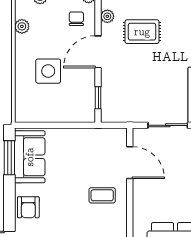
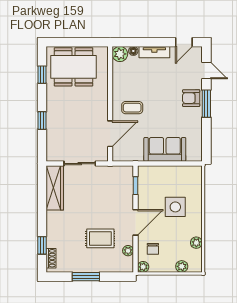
sofa: (30, 157) -> (165, 149), moved, turned 90
window: (9, 158) -> (206, 104), moved
door: (130, 163) -> (110, 134), swing flipped
armchair: (28, 207) -> (191, 98), turned -90

